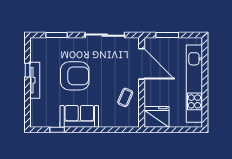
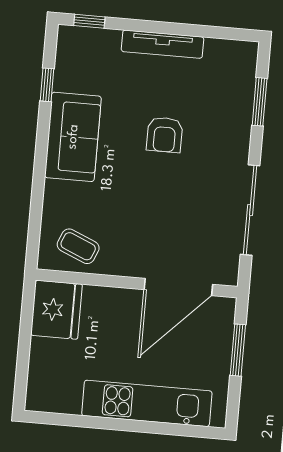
window: (27, 70) -> (89, 21), moved
armchair: (75, 76) -> (165, 135), width x0.53, depth x0.53
kitchen unit: (194, 84) -> (147, 403), width x0.73
coffee table: (125, 97) -> (78, 246), moved

